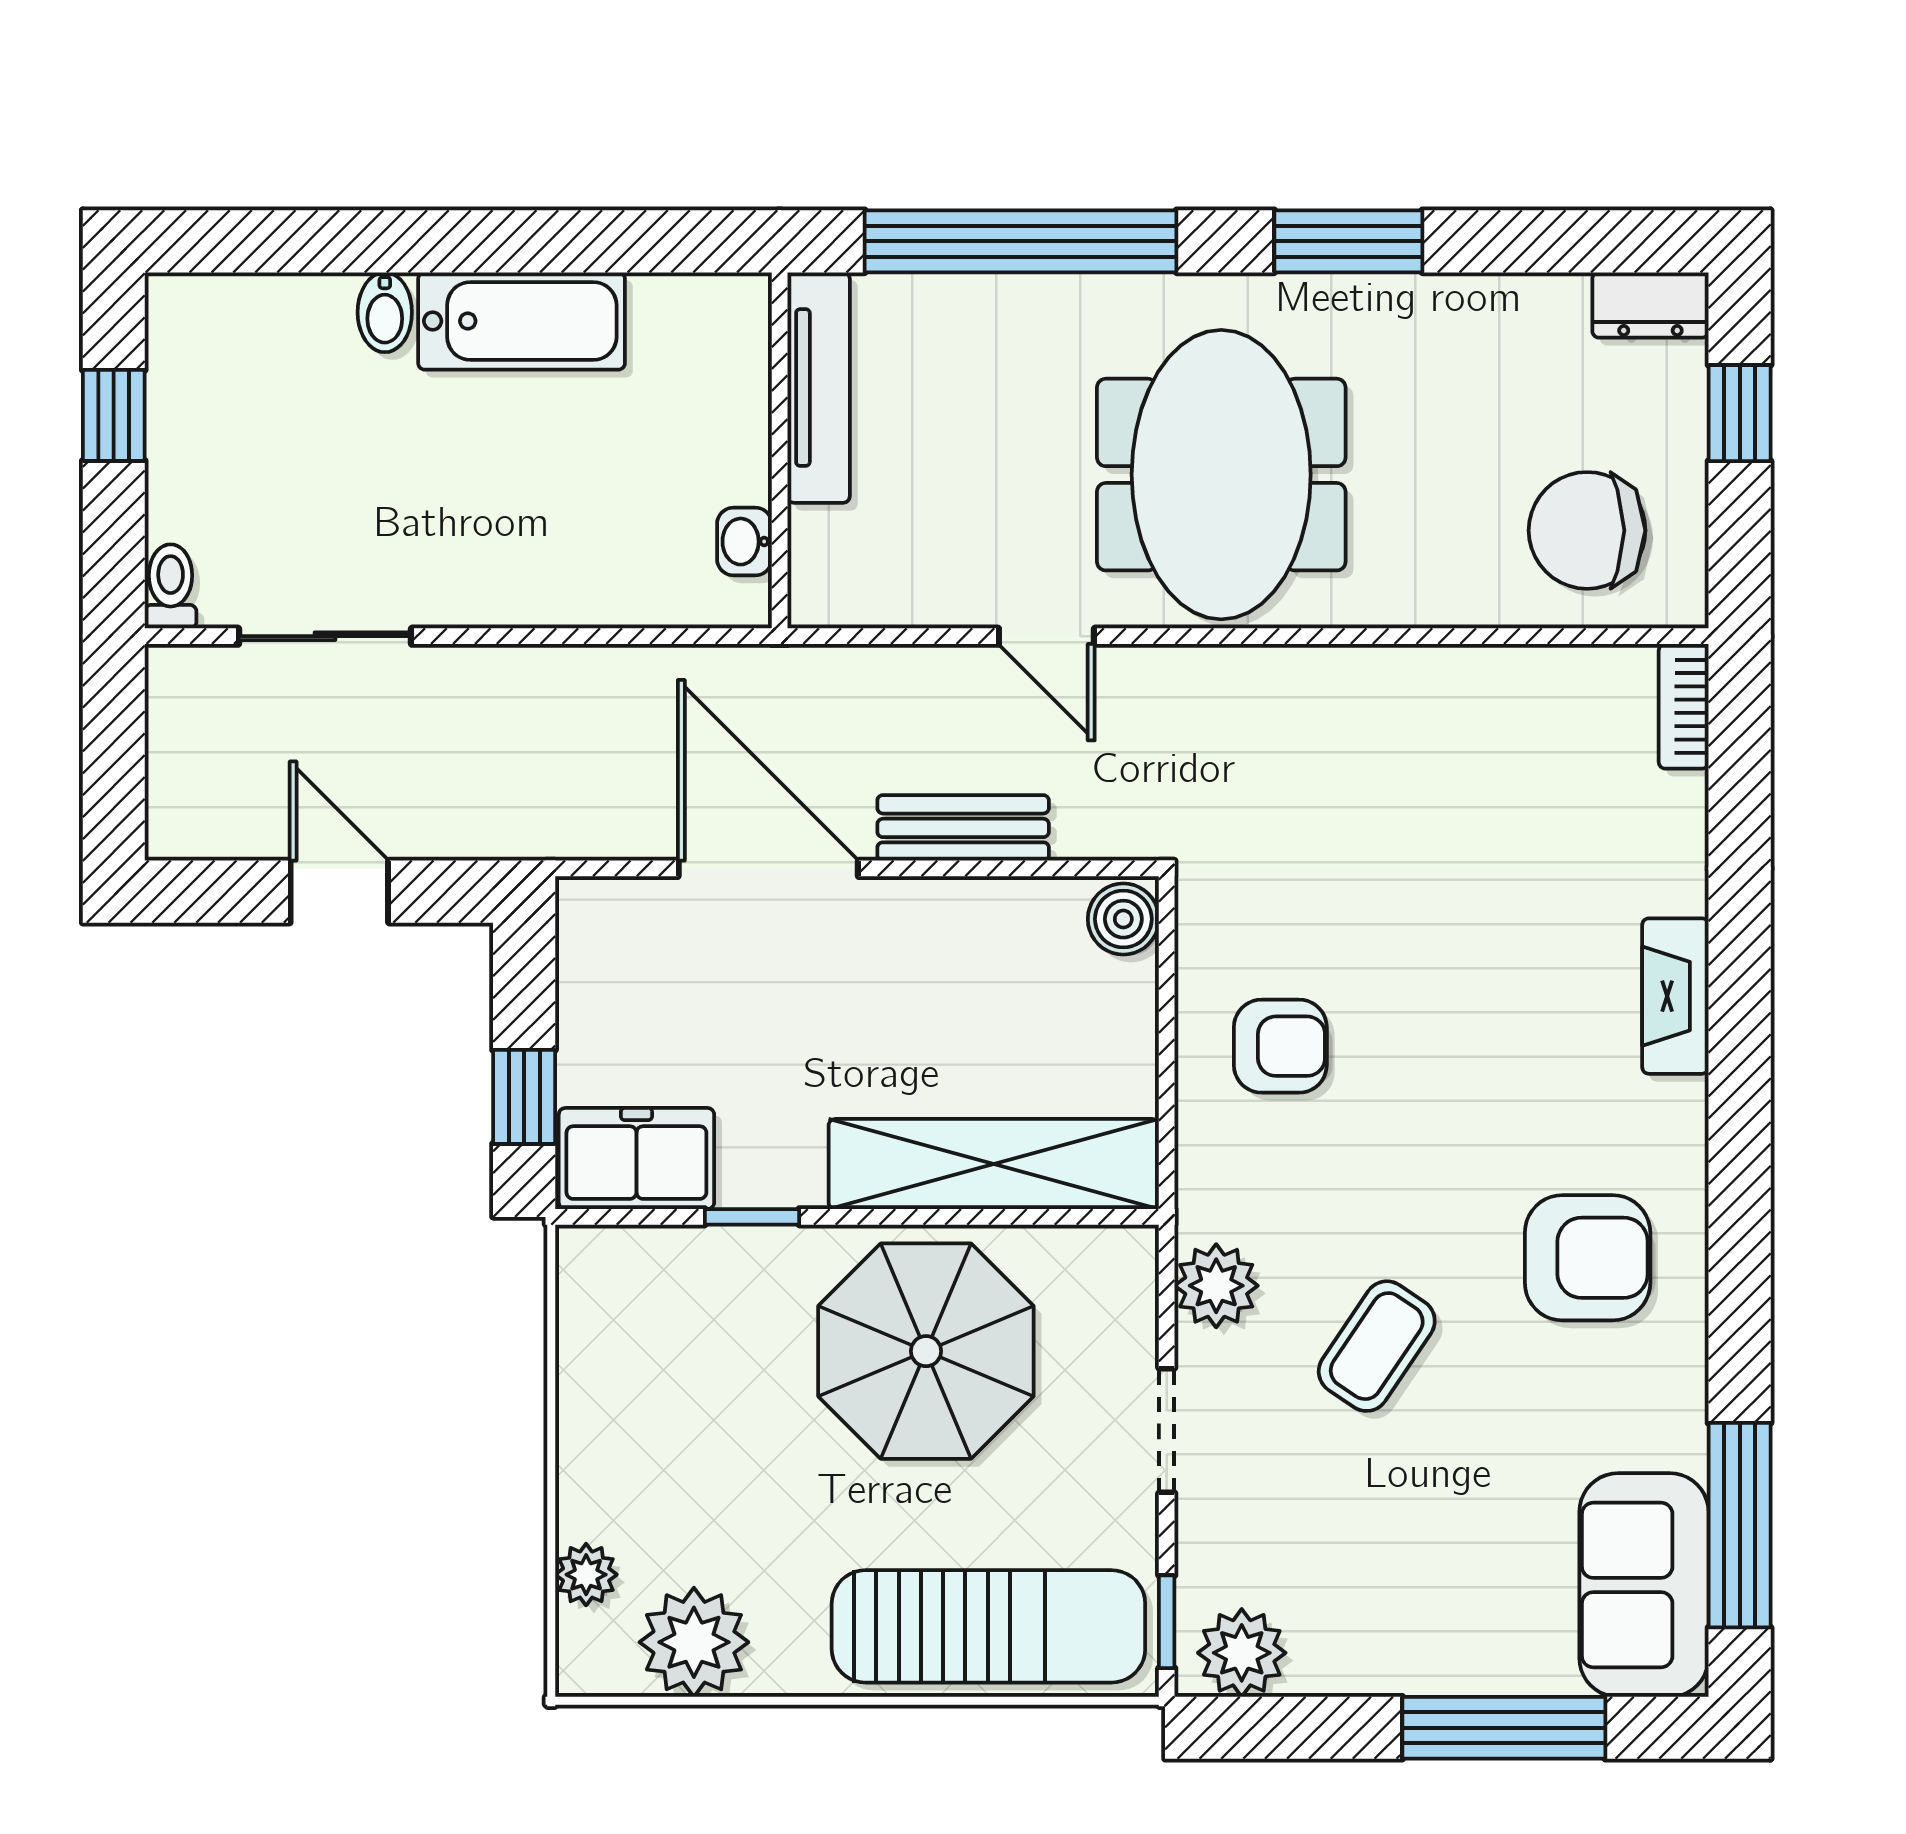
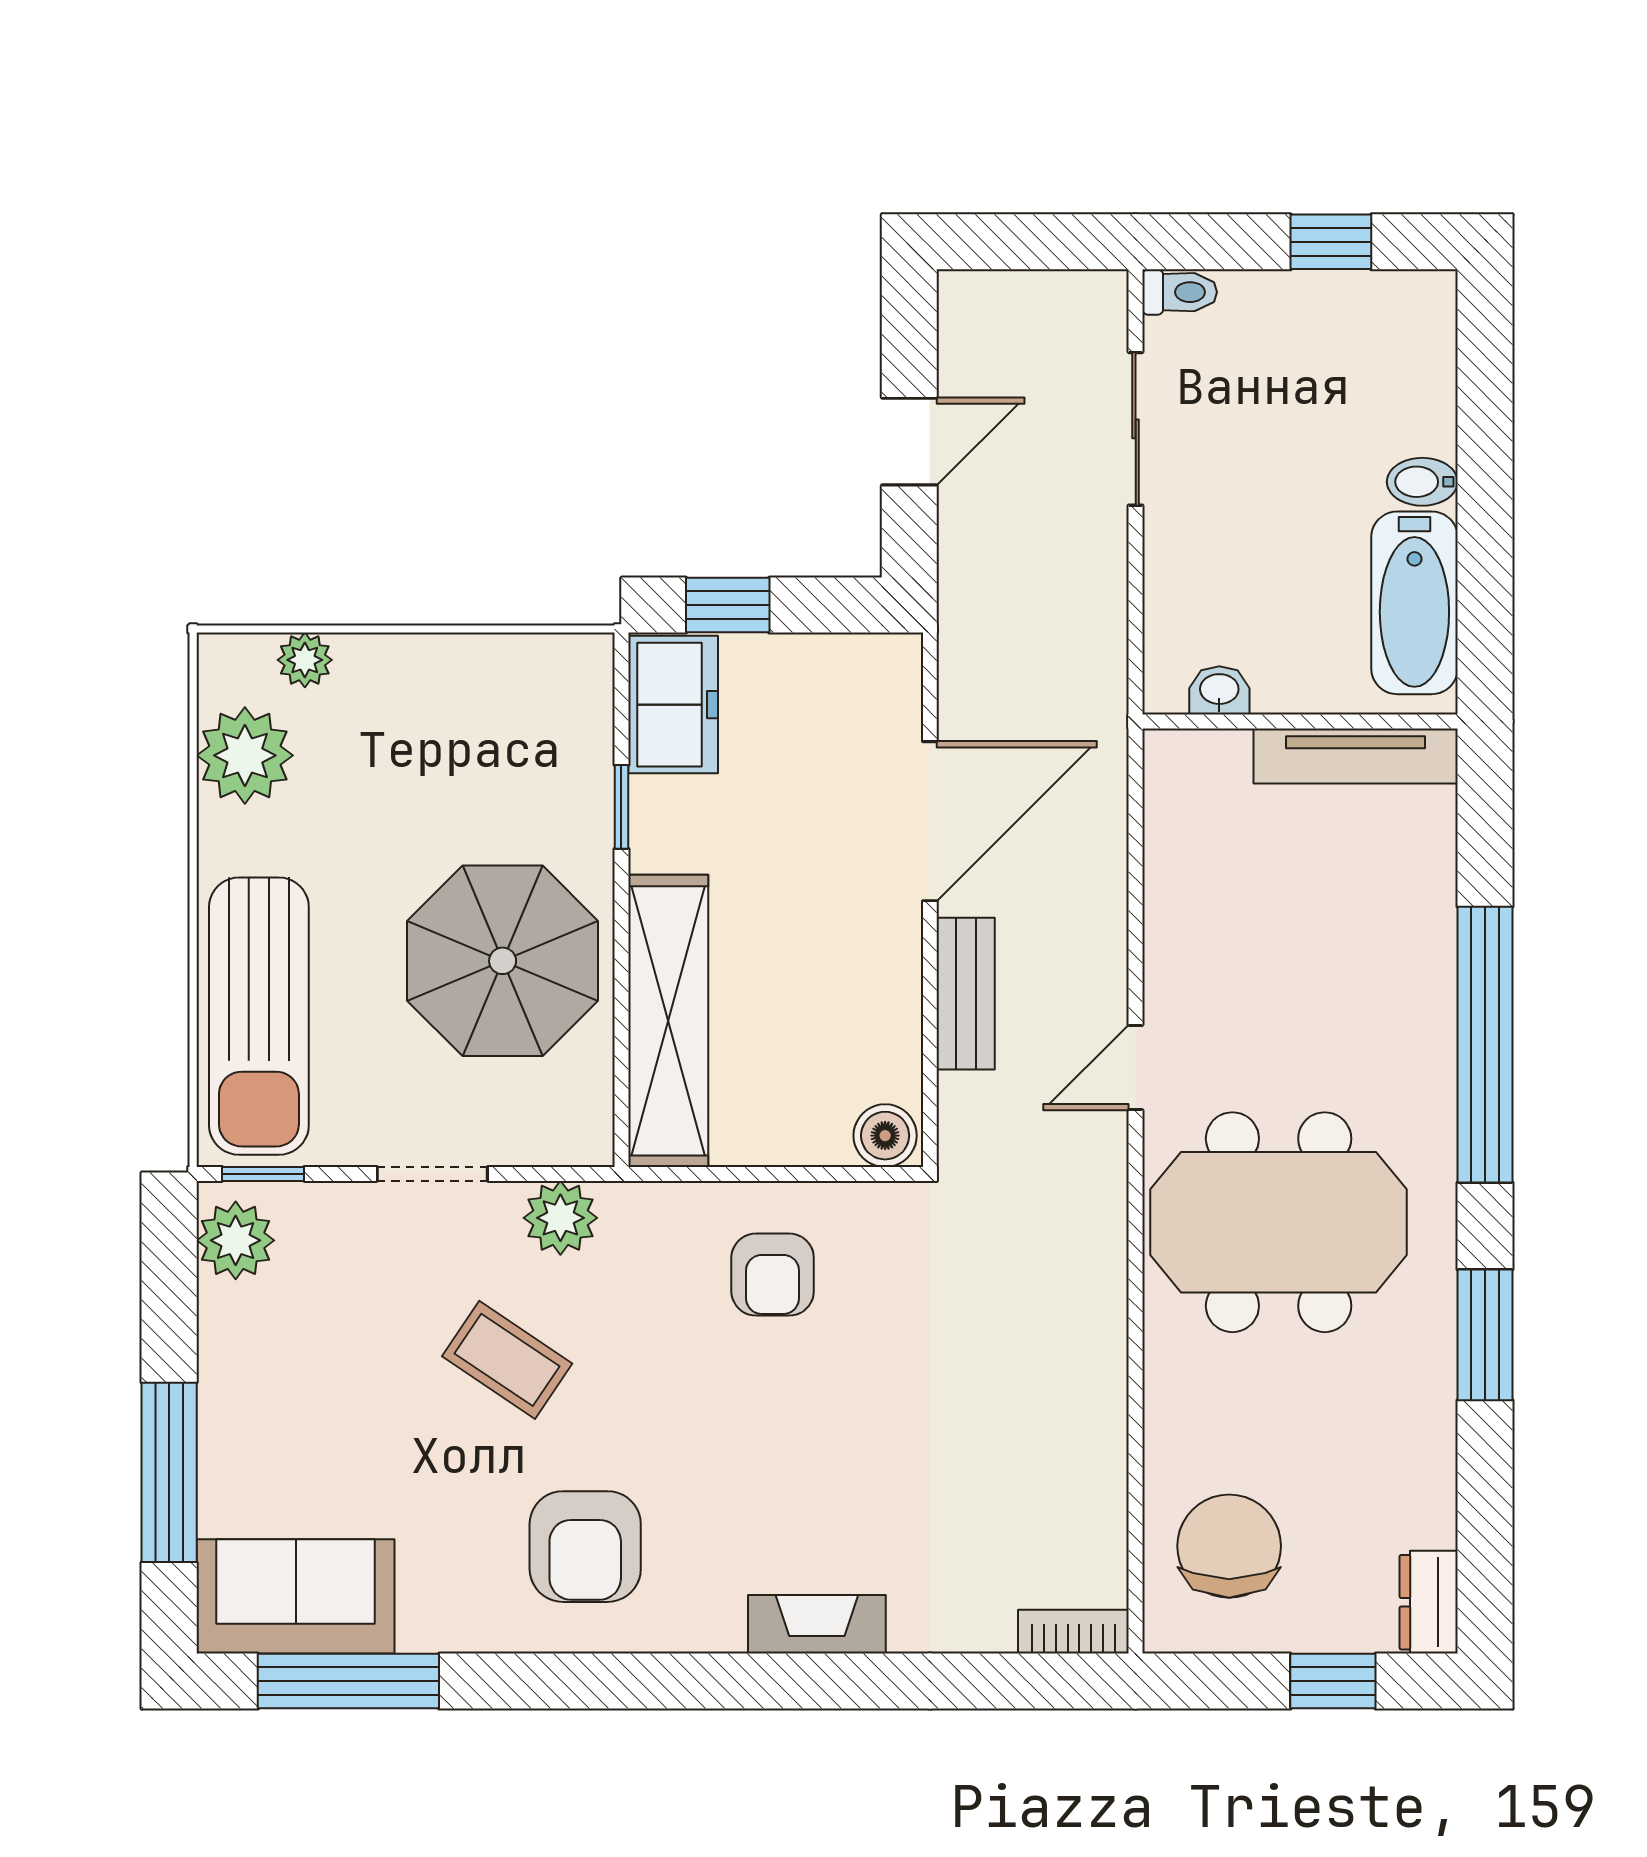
tv unit: (819, 388) -> (1356, 756), moved
wall: (780, 450) -> (1300, 722), moved
washbasin: (744, 542) -> (1219, 690), moved

